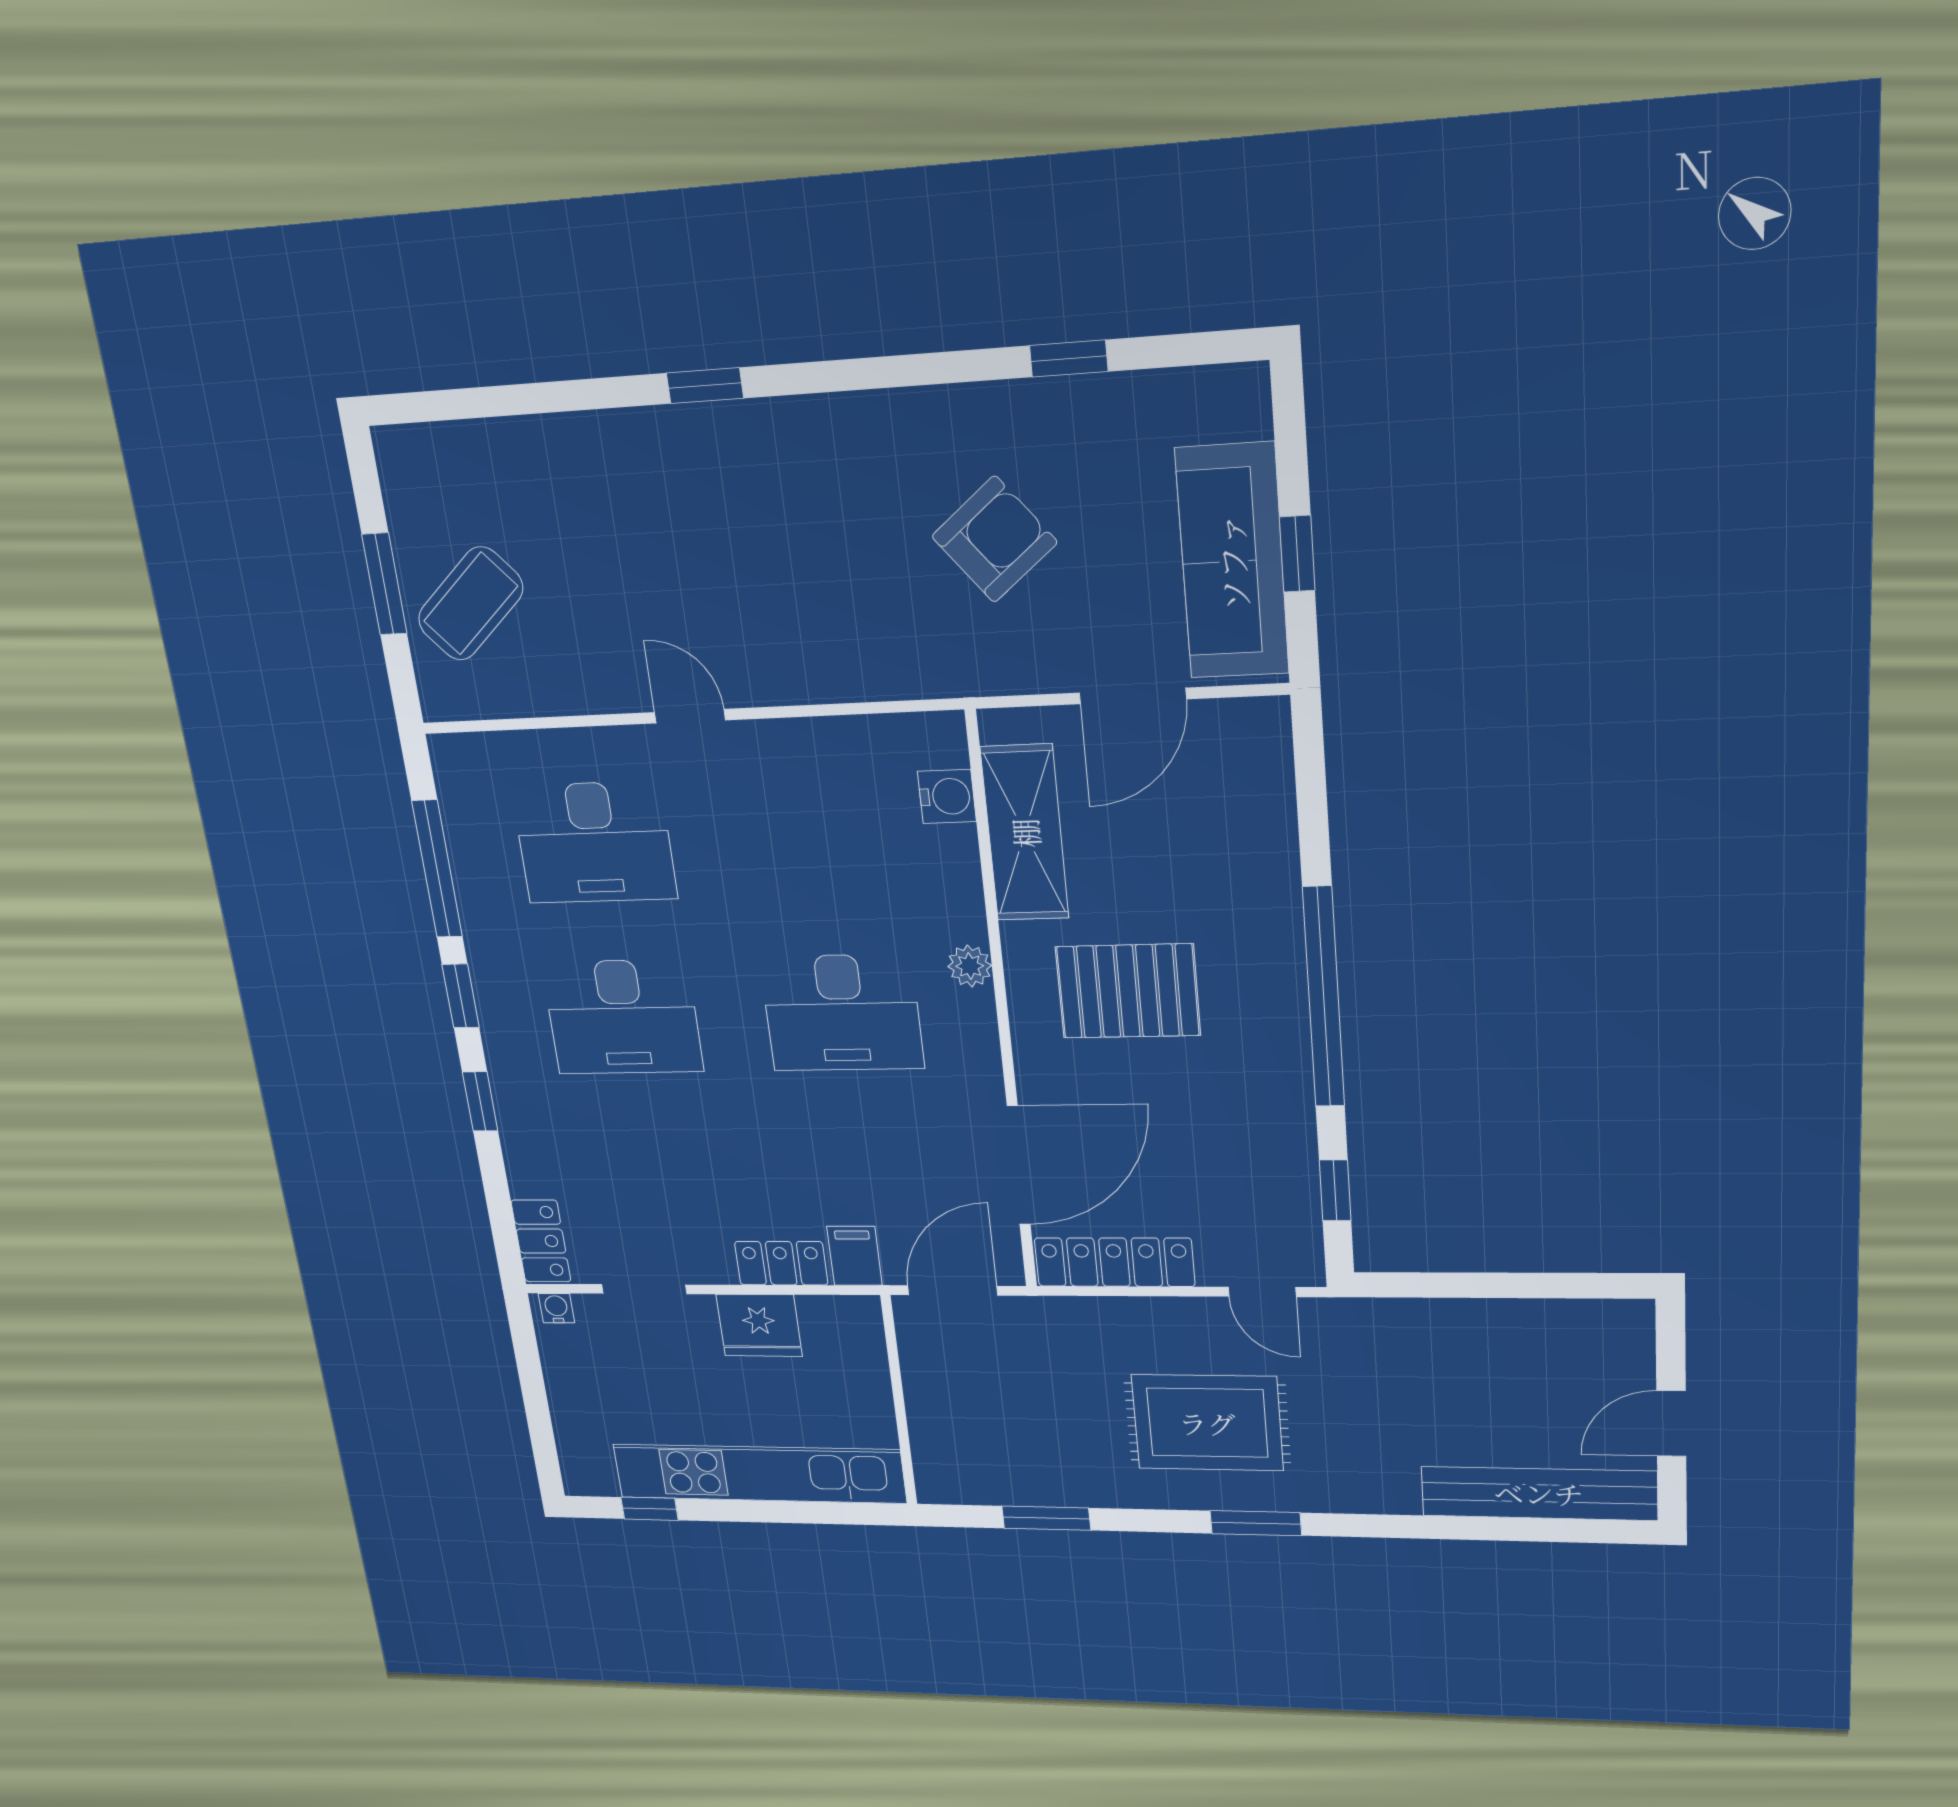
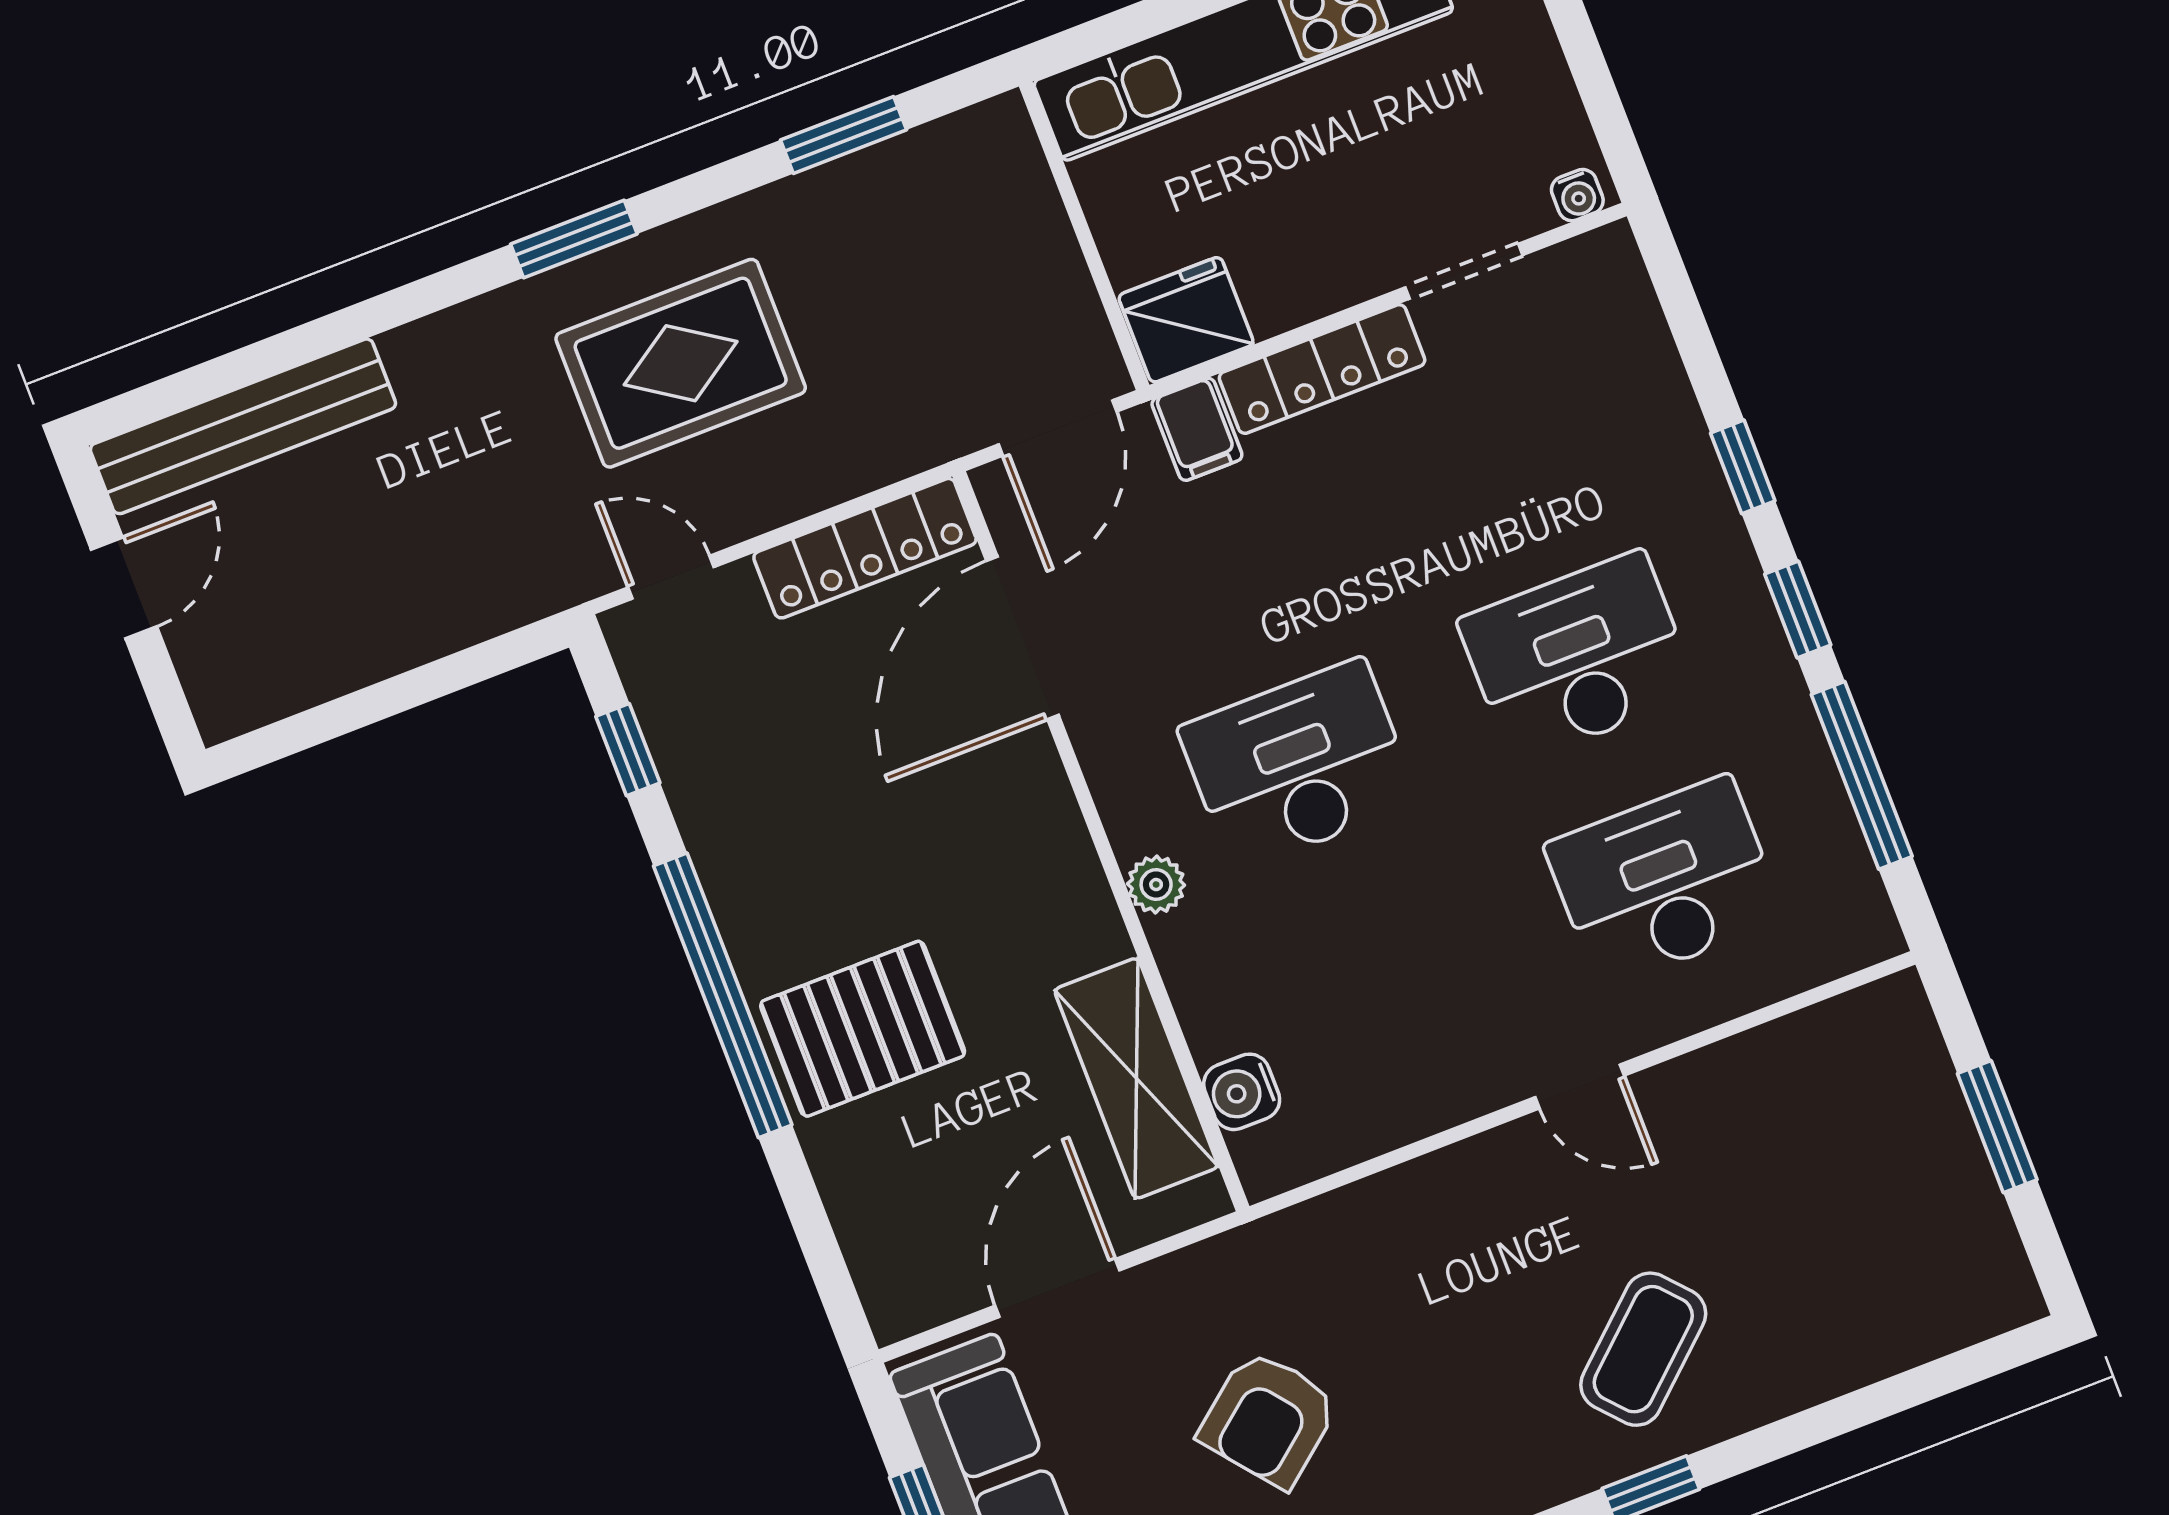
coffee table: (471, 604) -> (1643, 1349), moved
pallet: (1128, 991) -> (863, 1029), moved
locker: (541, 1241) -> (1619, 290), removed
locker: (781, 1263) -> (1322, 369), width x1.53
fridge: (759, 1325) -> (1186, 320), moved

